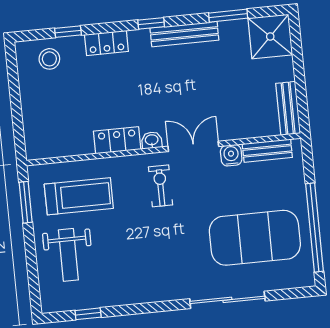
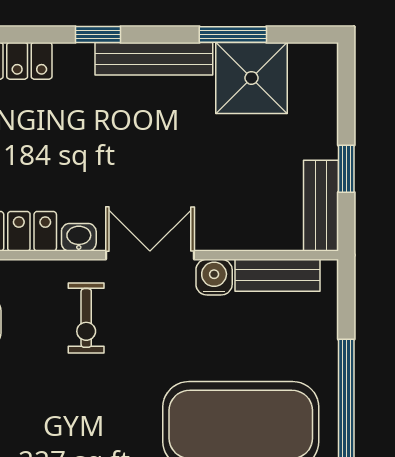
shower: (270, 37) -> (251, 78), moved
window: (300, 86) -> (346, 169), added
exercise bike: (161, 186) -> (86, 318), turned 180

